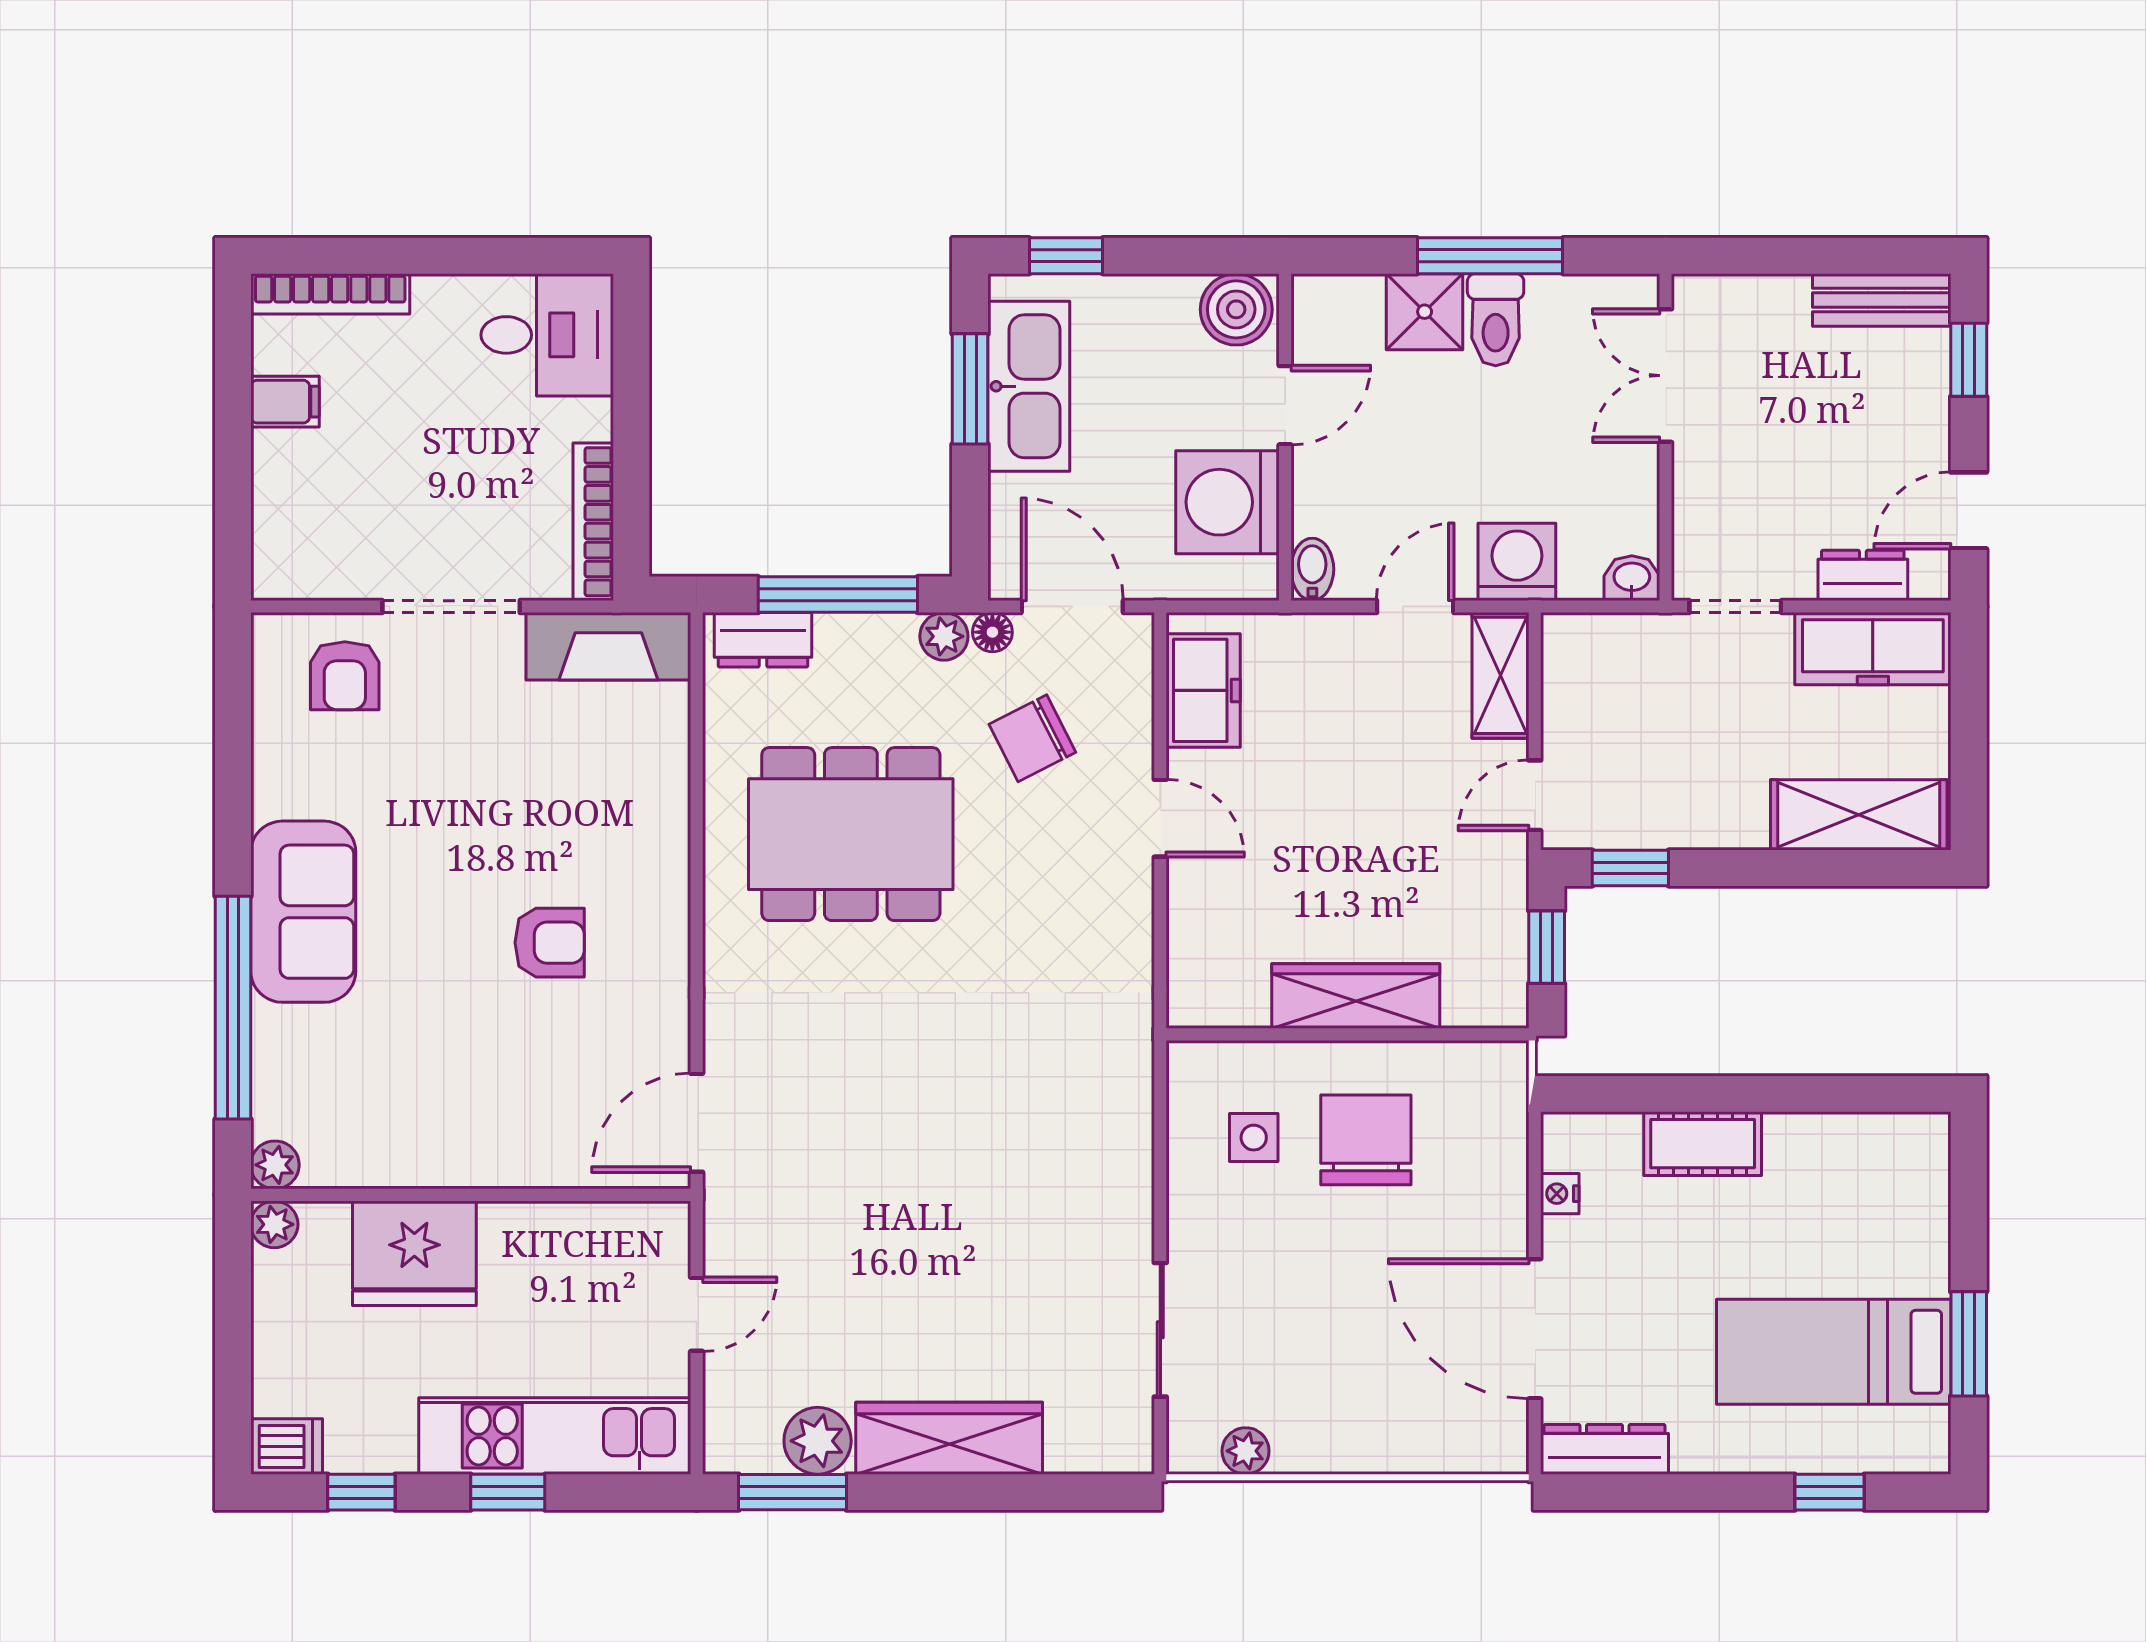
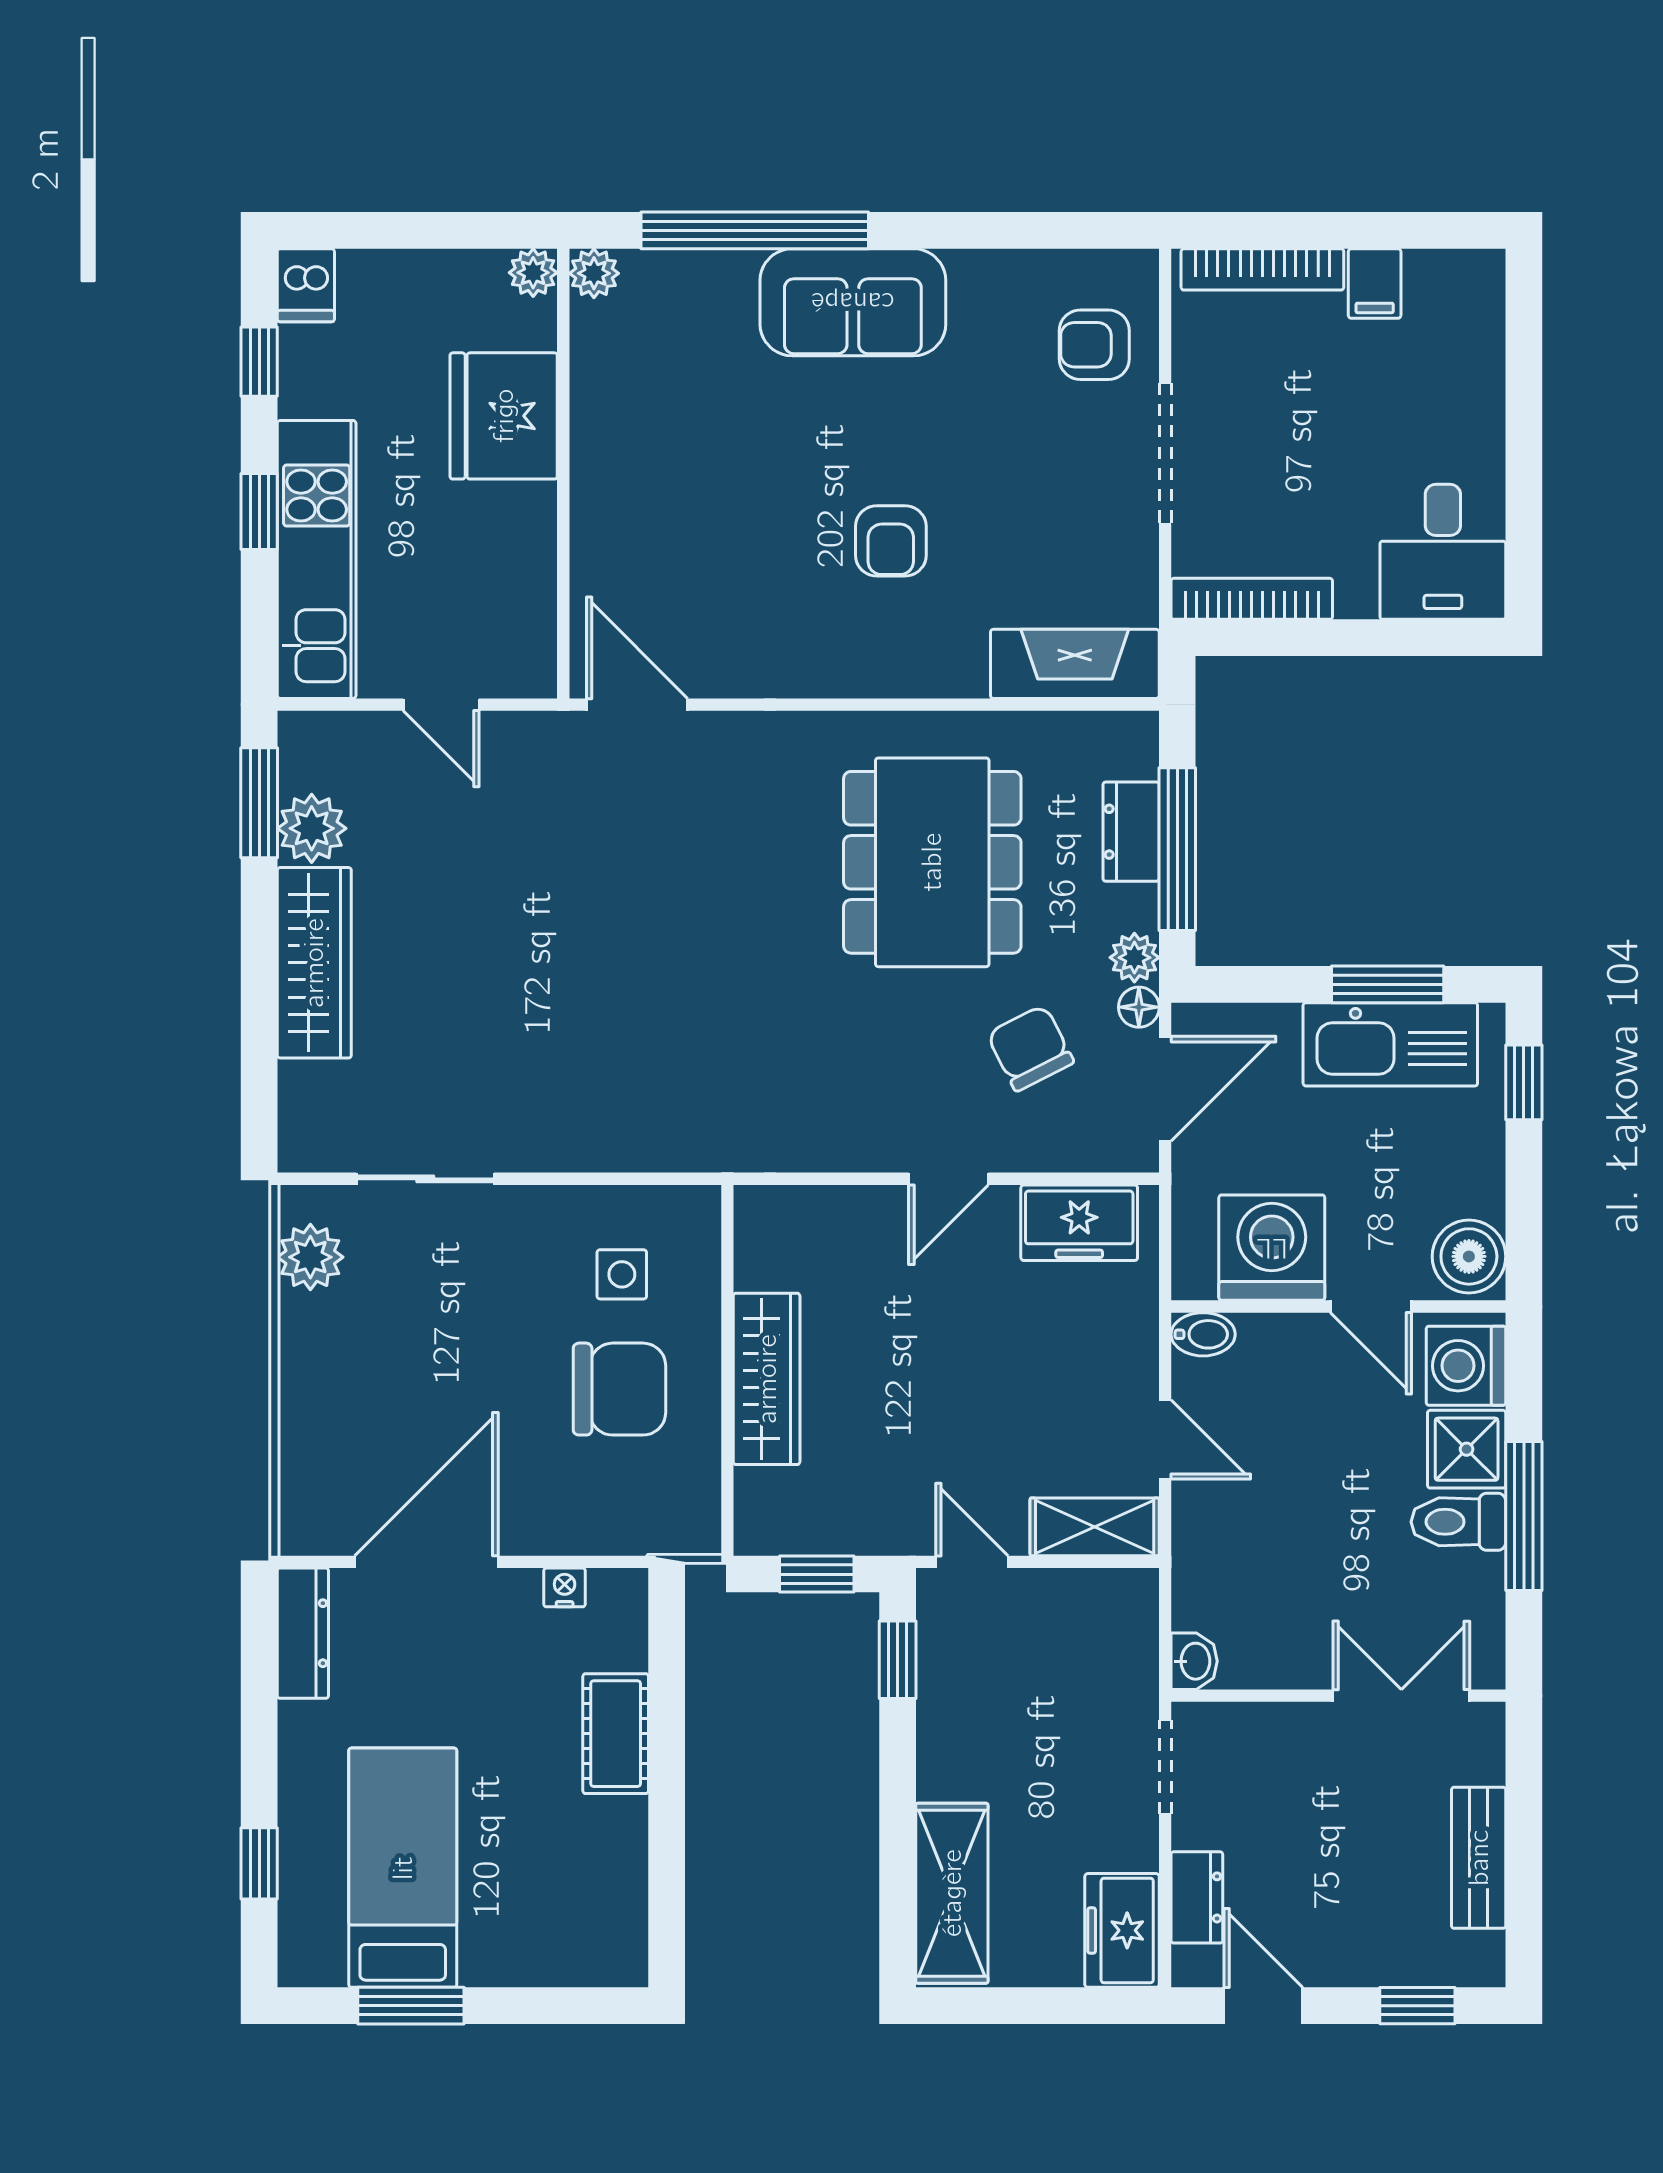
bookcase: (330, 294) -> (1262, 269), moved, turned -90
bench: (1882, 300) -> (1479, 1858), moved
washing machine: (1517, 562) -> (1466, 1366), moved, turned 180
dresser: (763, 640) -> (1131, 832), moved
fireplace: (608, 646) -> (1075, 664), moved, turned 90
freezer: (1873, 649) -> (1122, 1930), width x0.71
armchair: (550, 943) -> (891, 541), moved
plant: (1246, 1451) -> (310, 1257), width x1.38, depth x1.38

